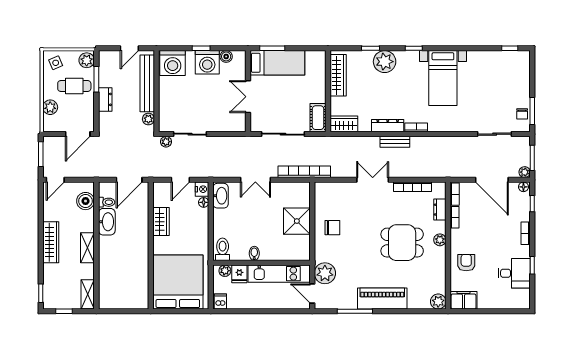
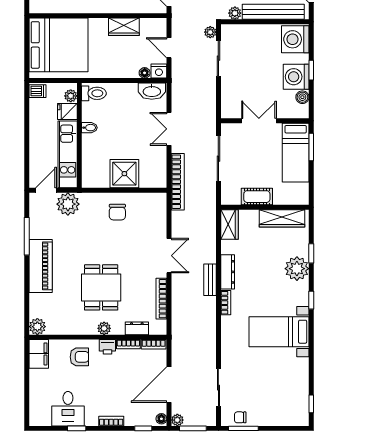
cot: (318, 118) -> (257, 197), moved
printer: (457, 237) -> (107, 347), added

